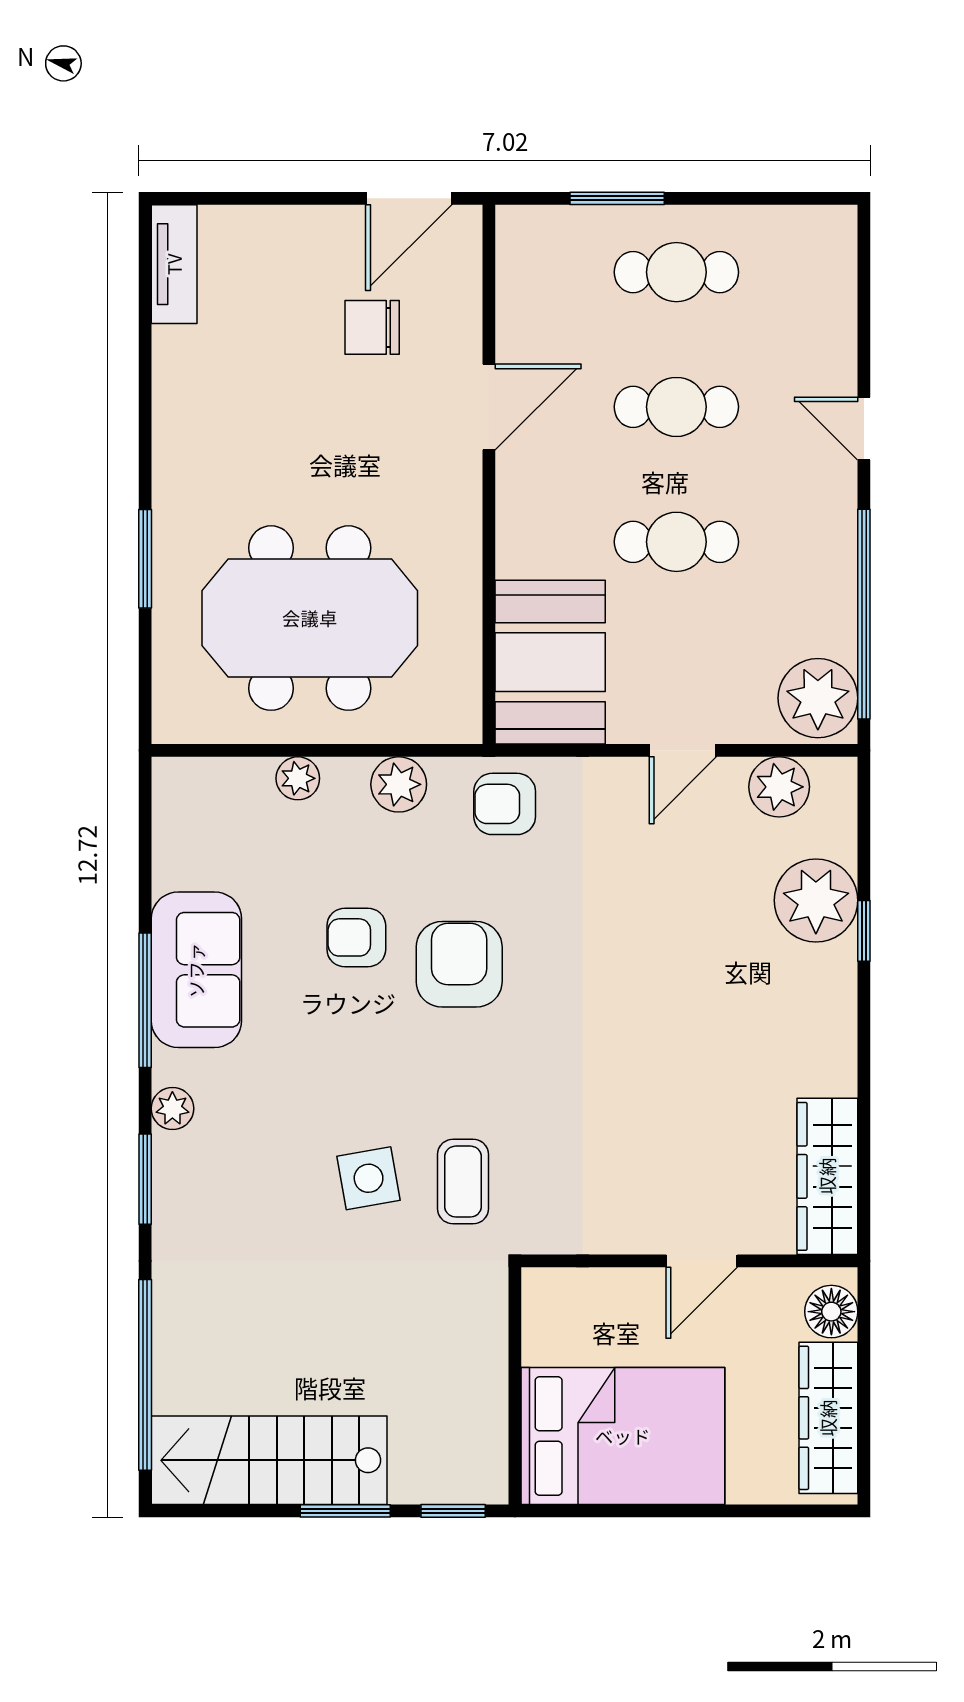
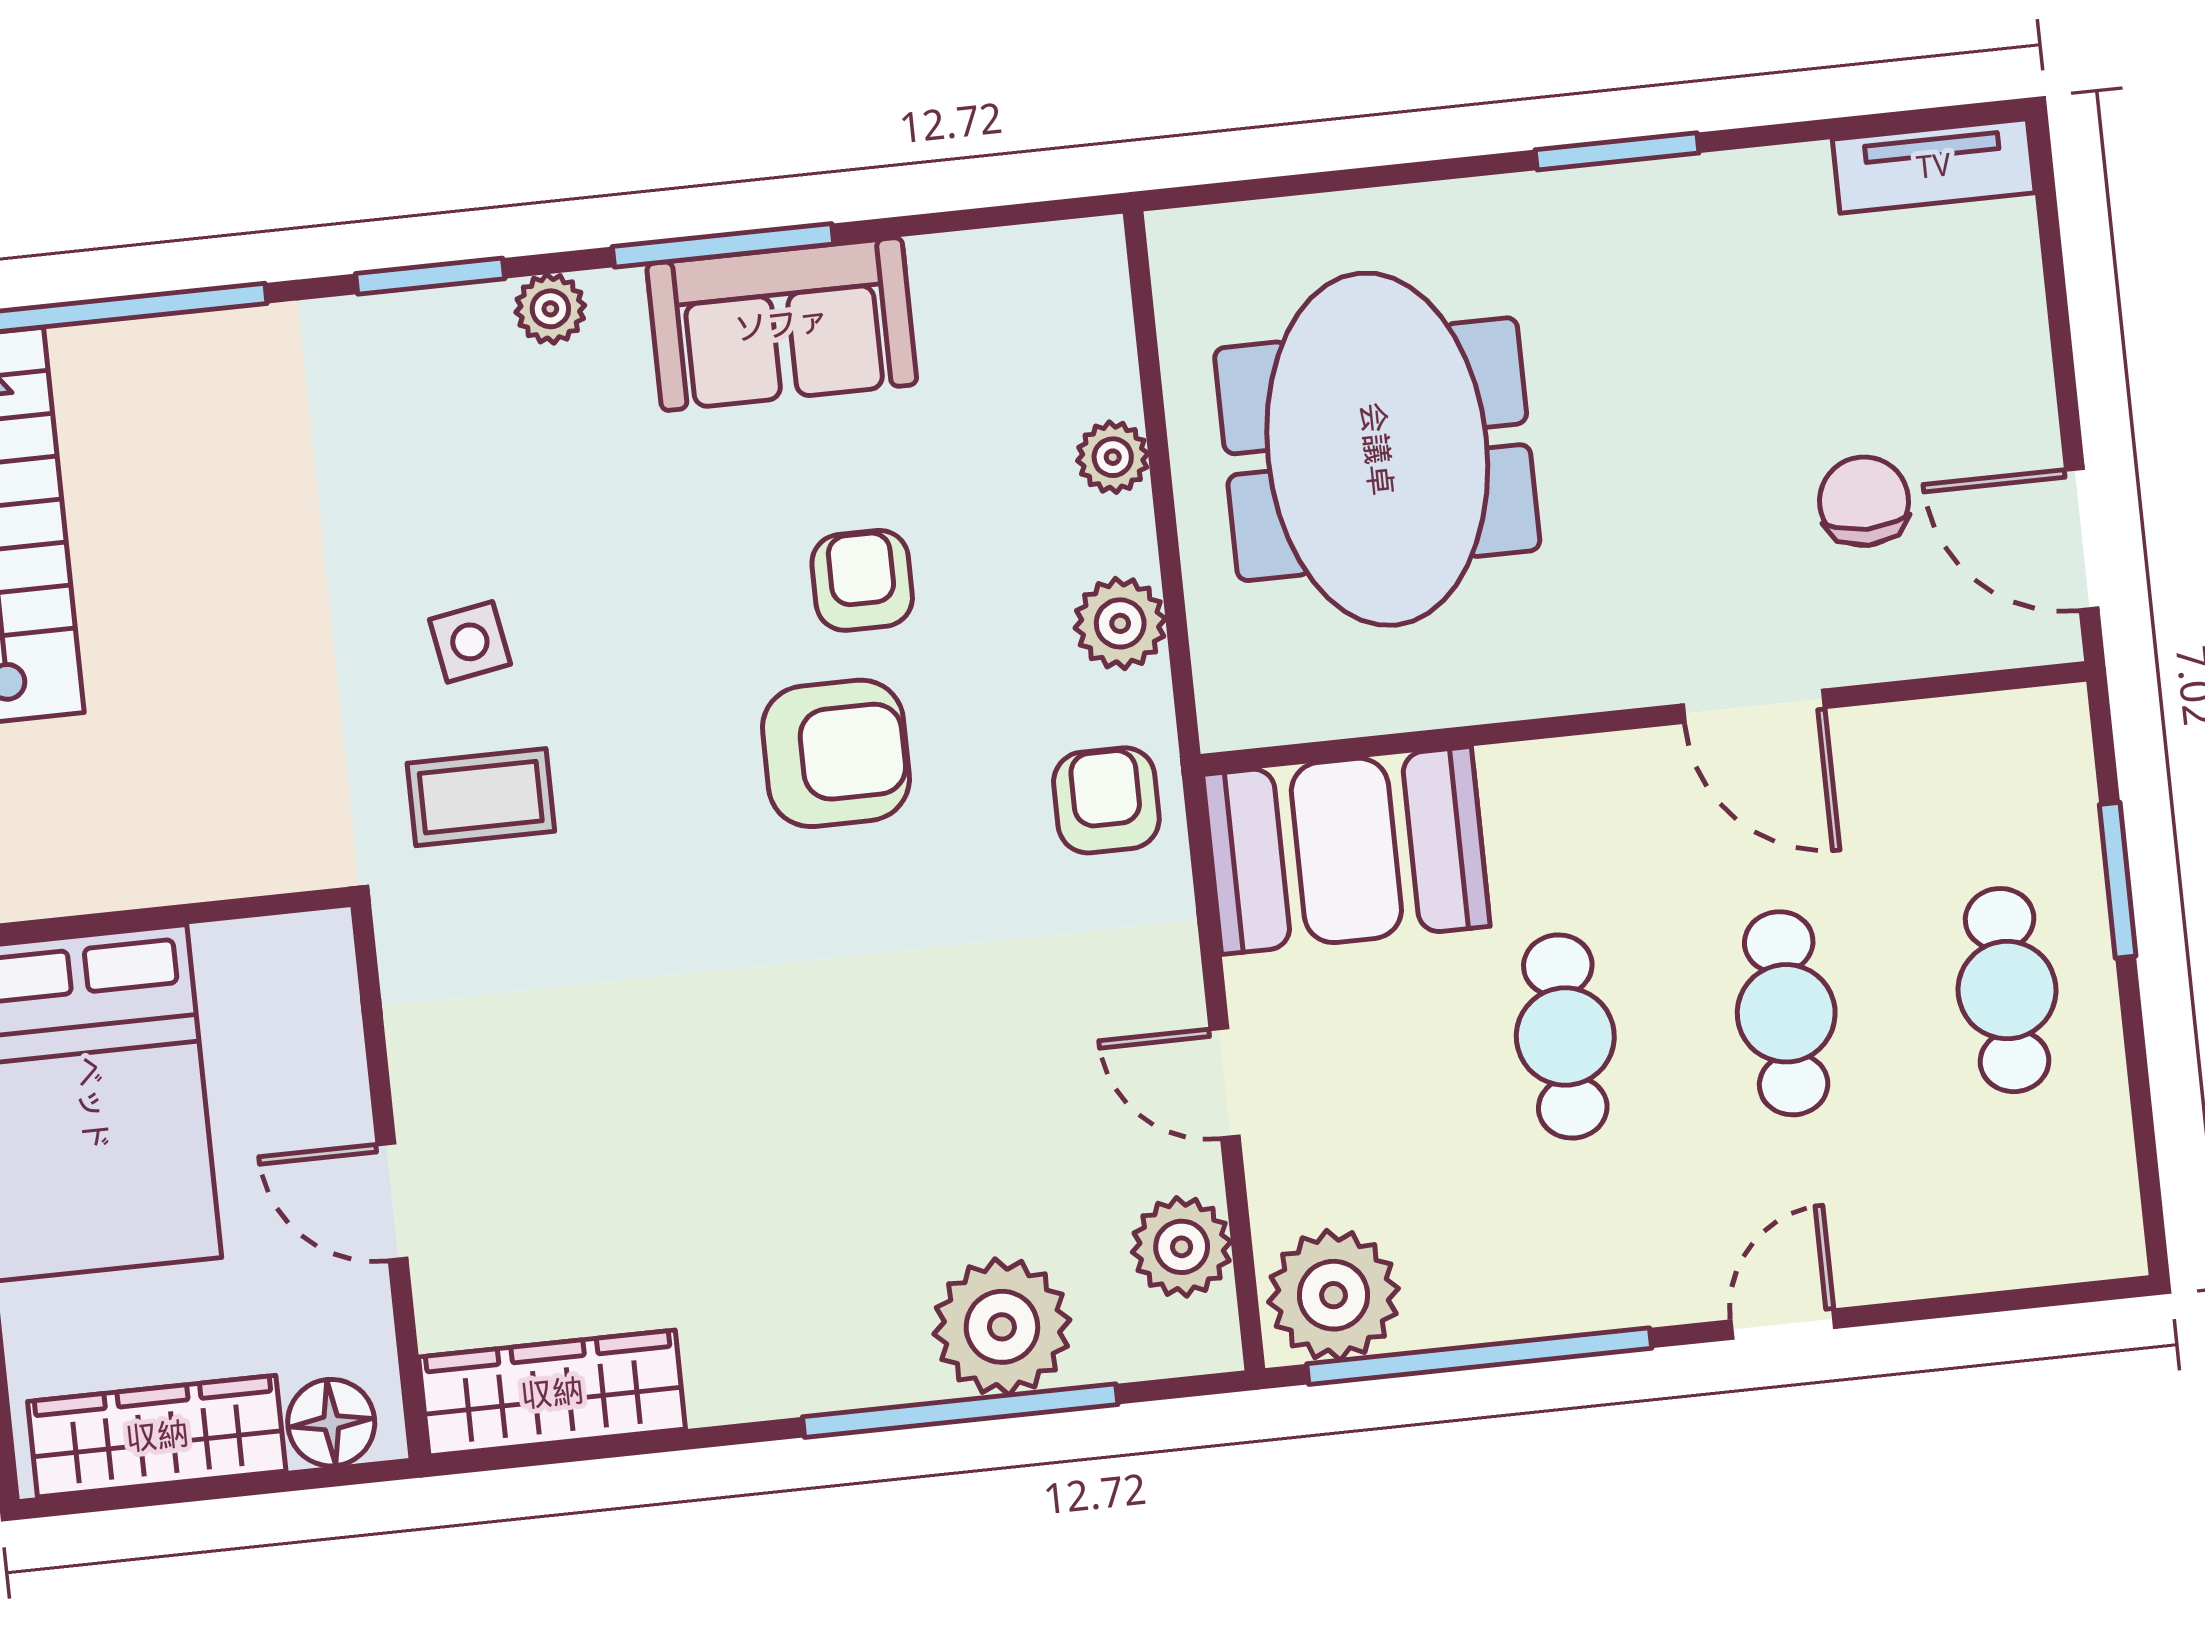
window: (145, 559) -> (1617, 151), moved
window: (864, 931) -> (960, 1411), width x3.17
side table: (369, 1178) -> (470, 642), width x0.73, depth x0.73

